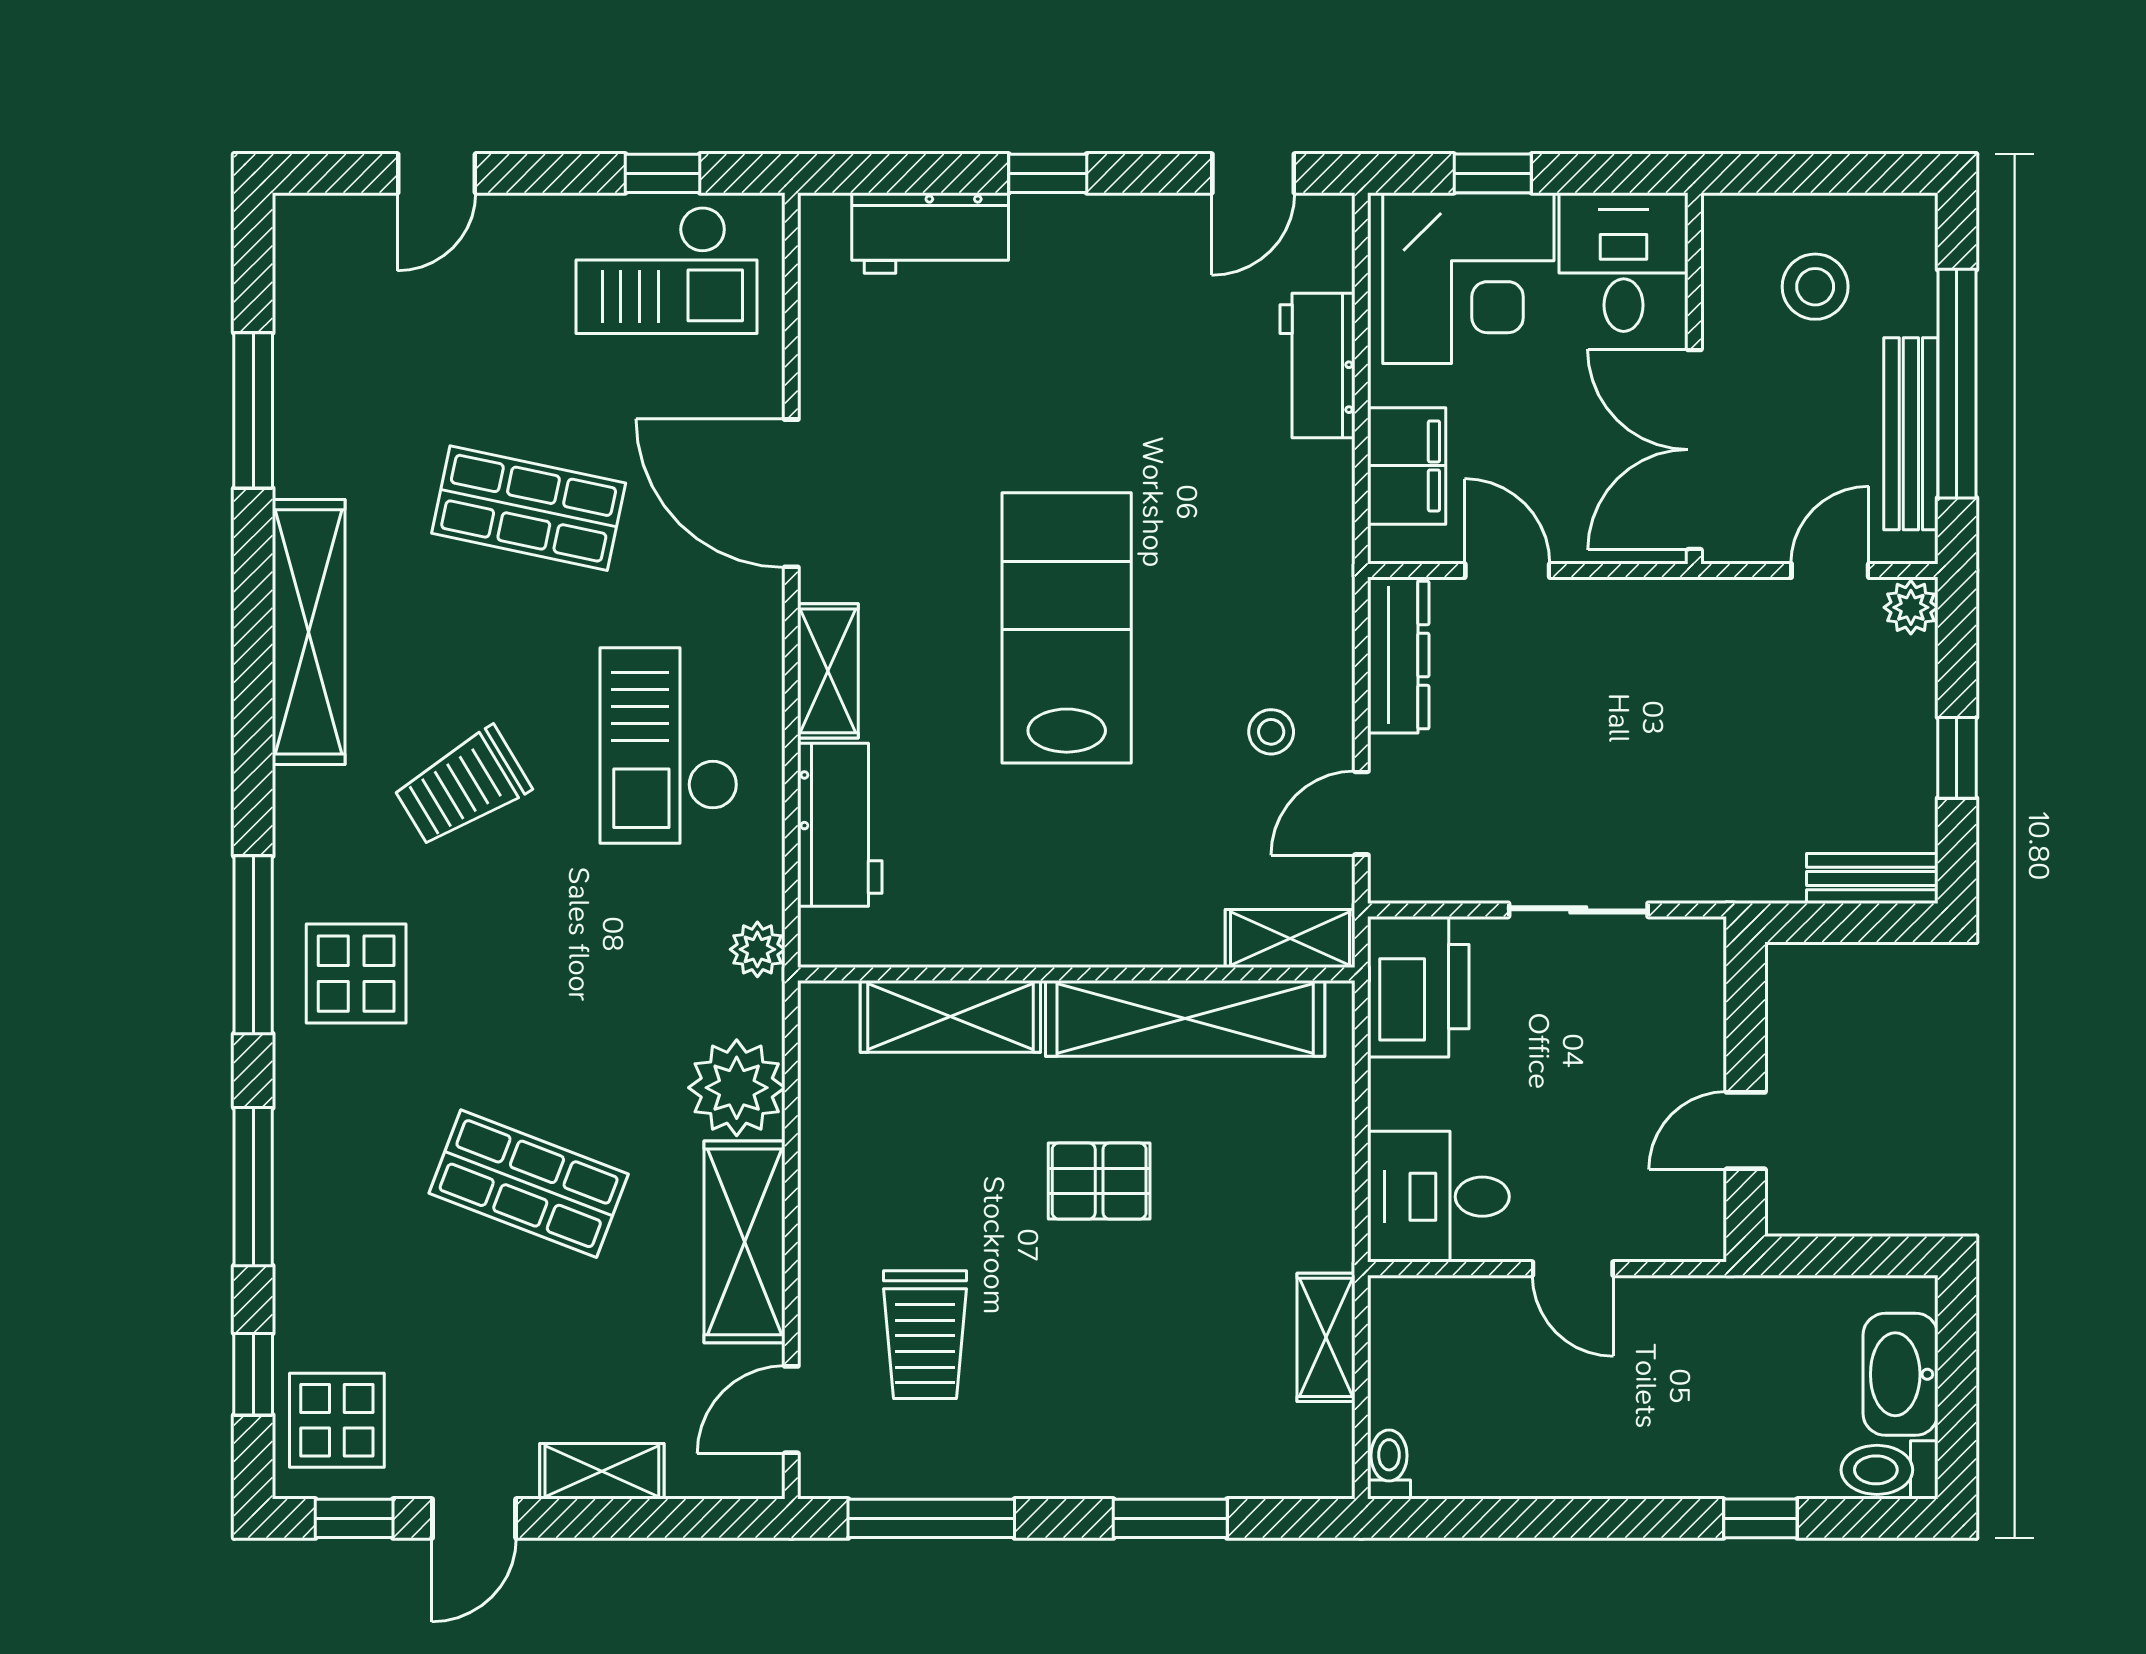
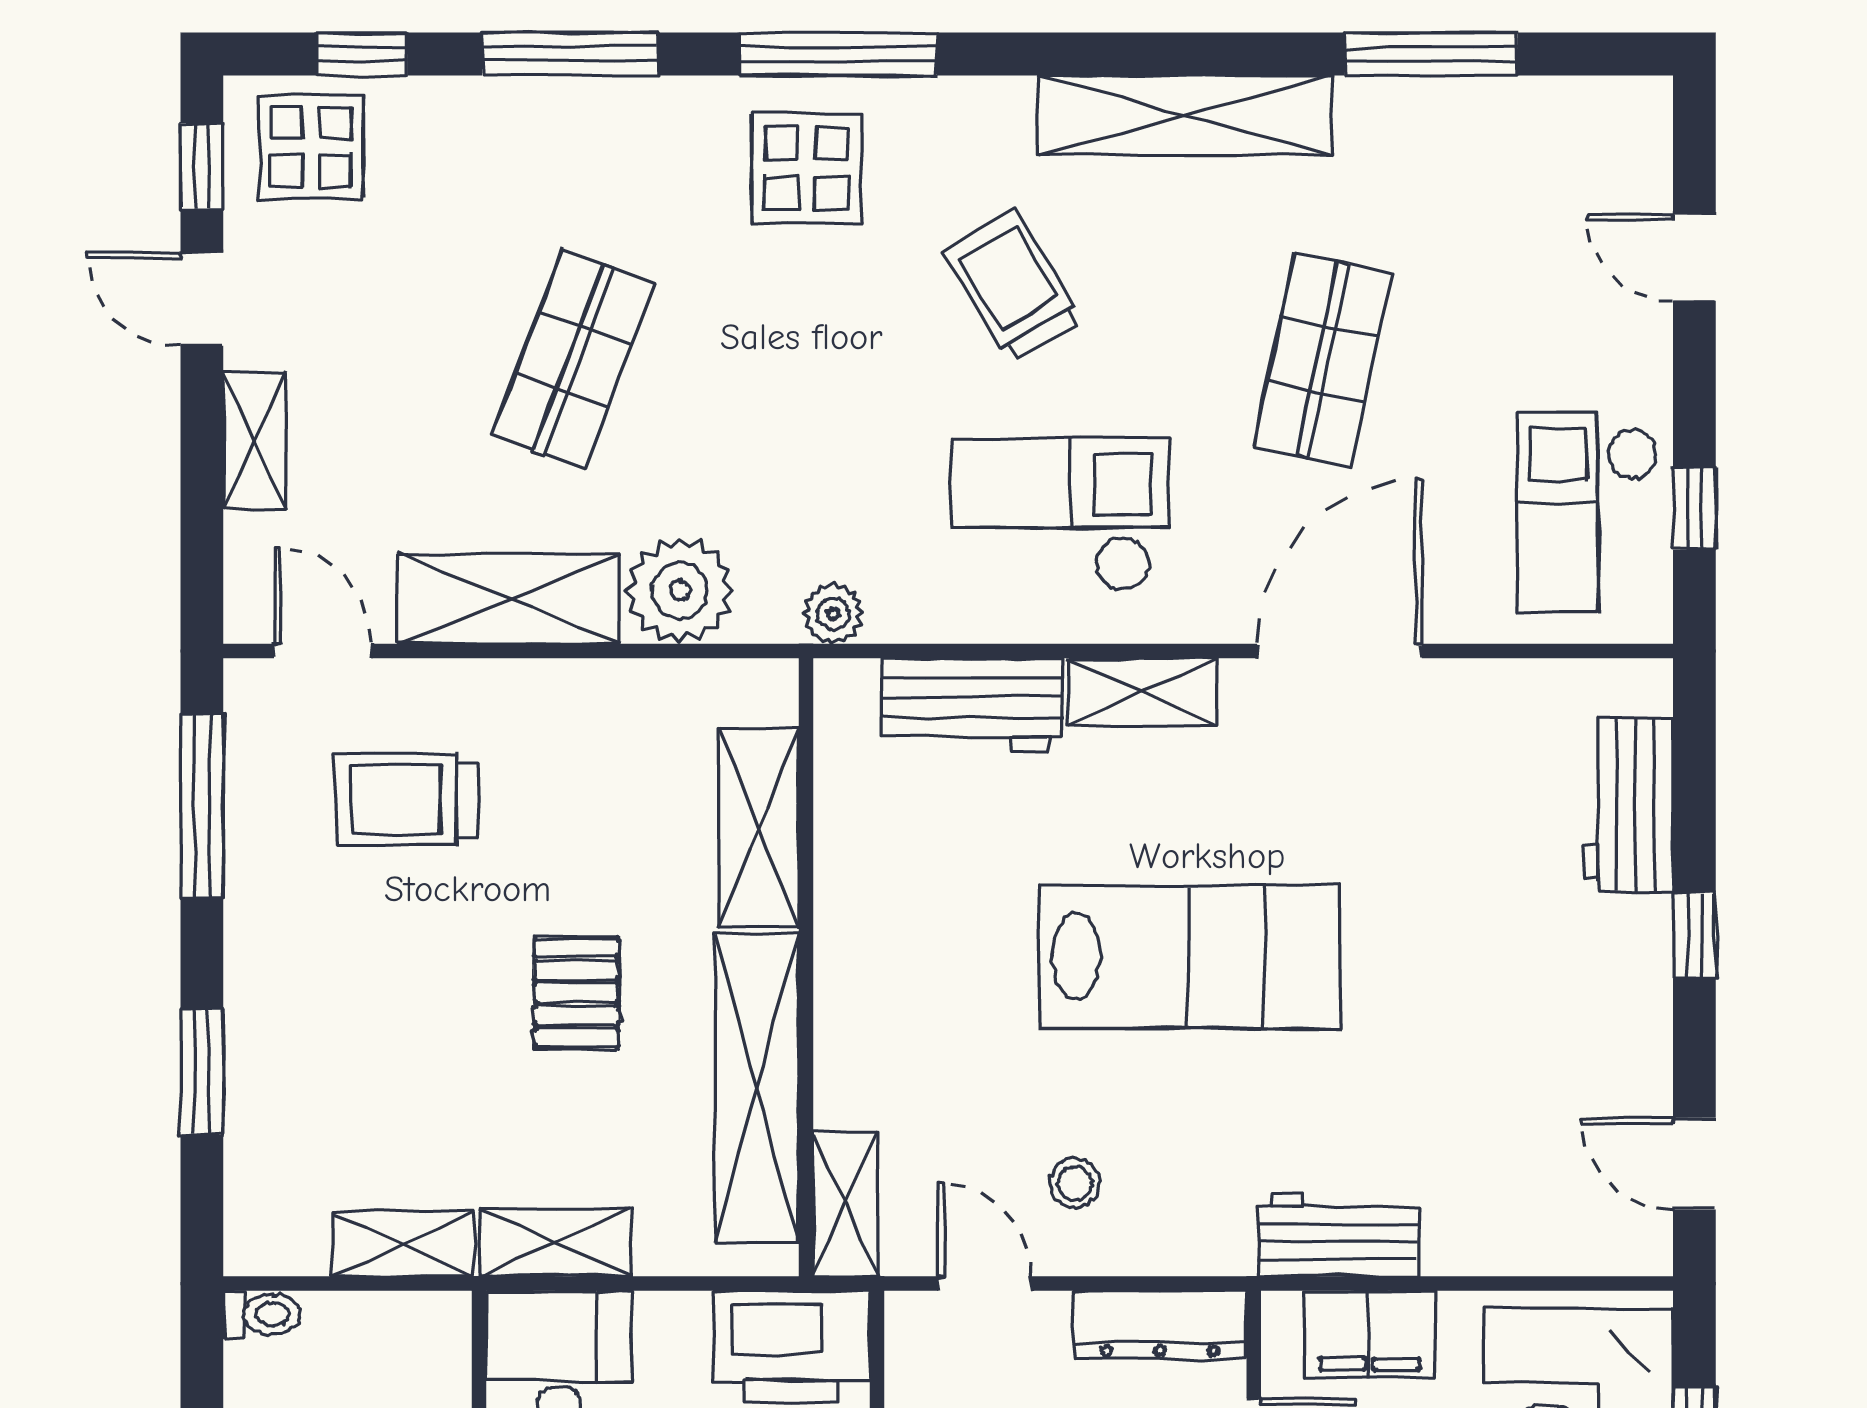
workbench: (1317, 365) -> (1338, 1235), moved
shelving: (1324, 1200) -> (555, 1242), added

